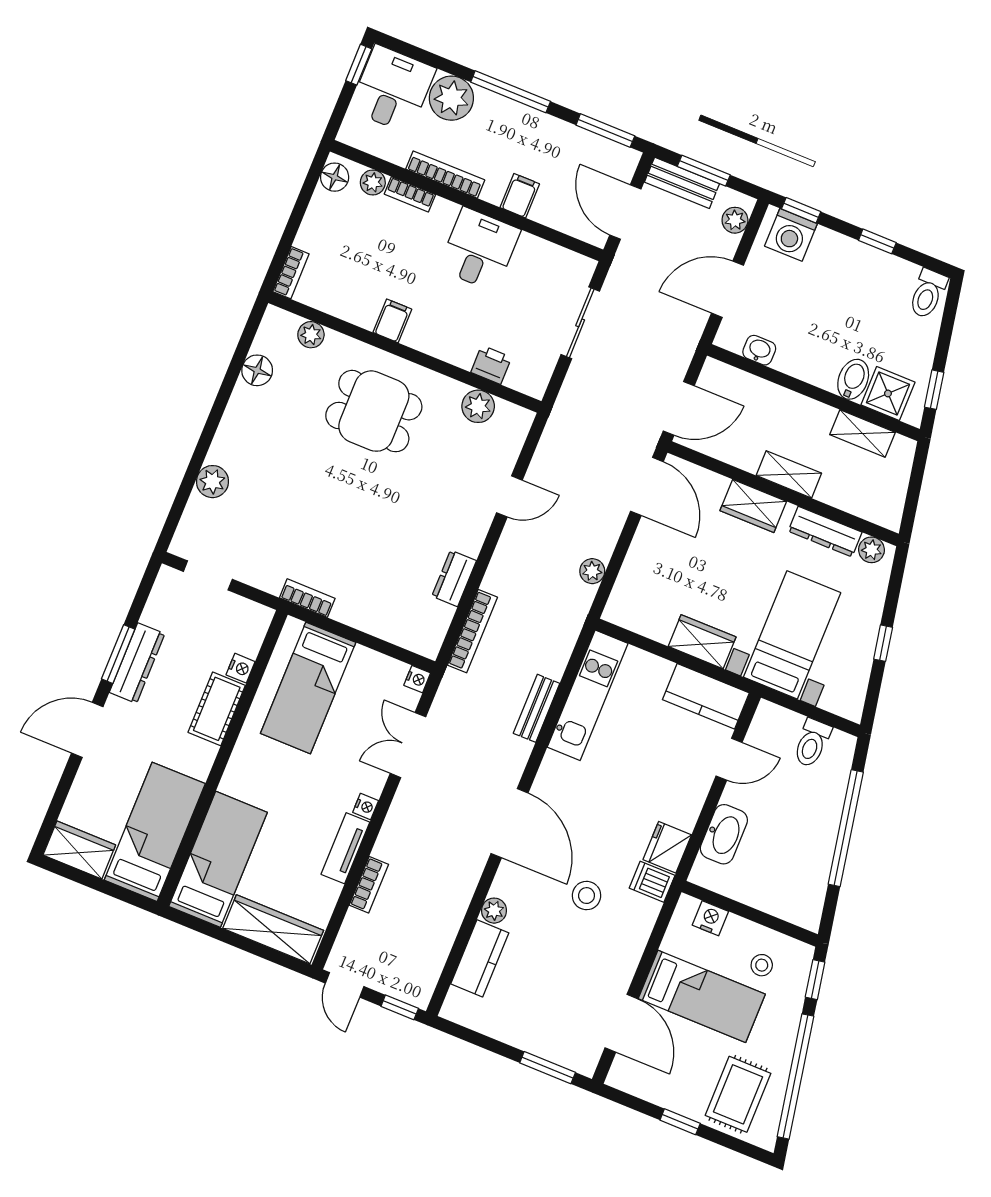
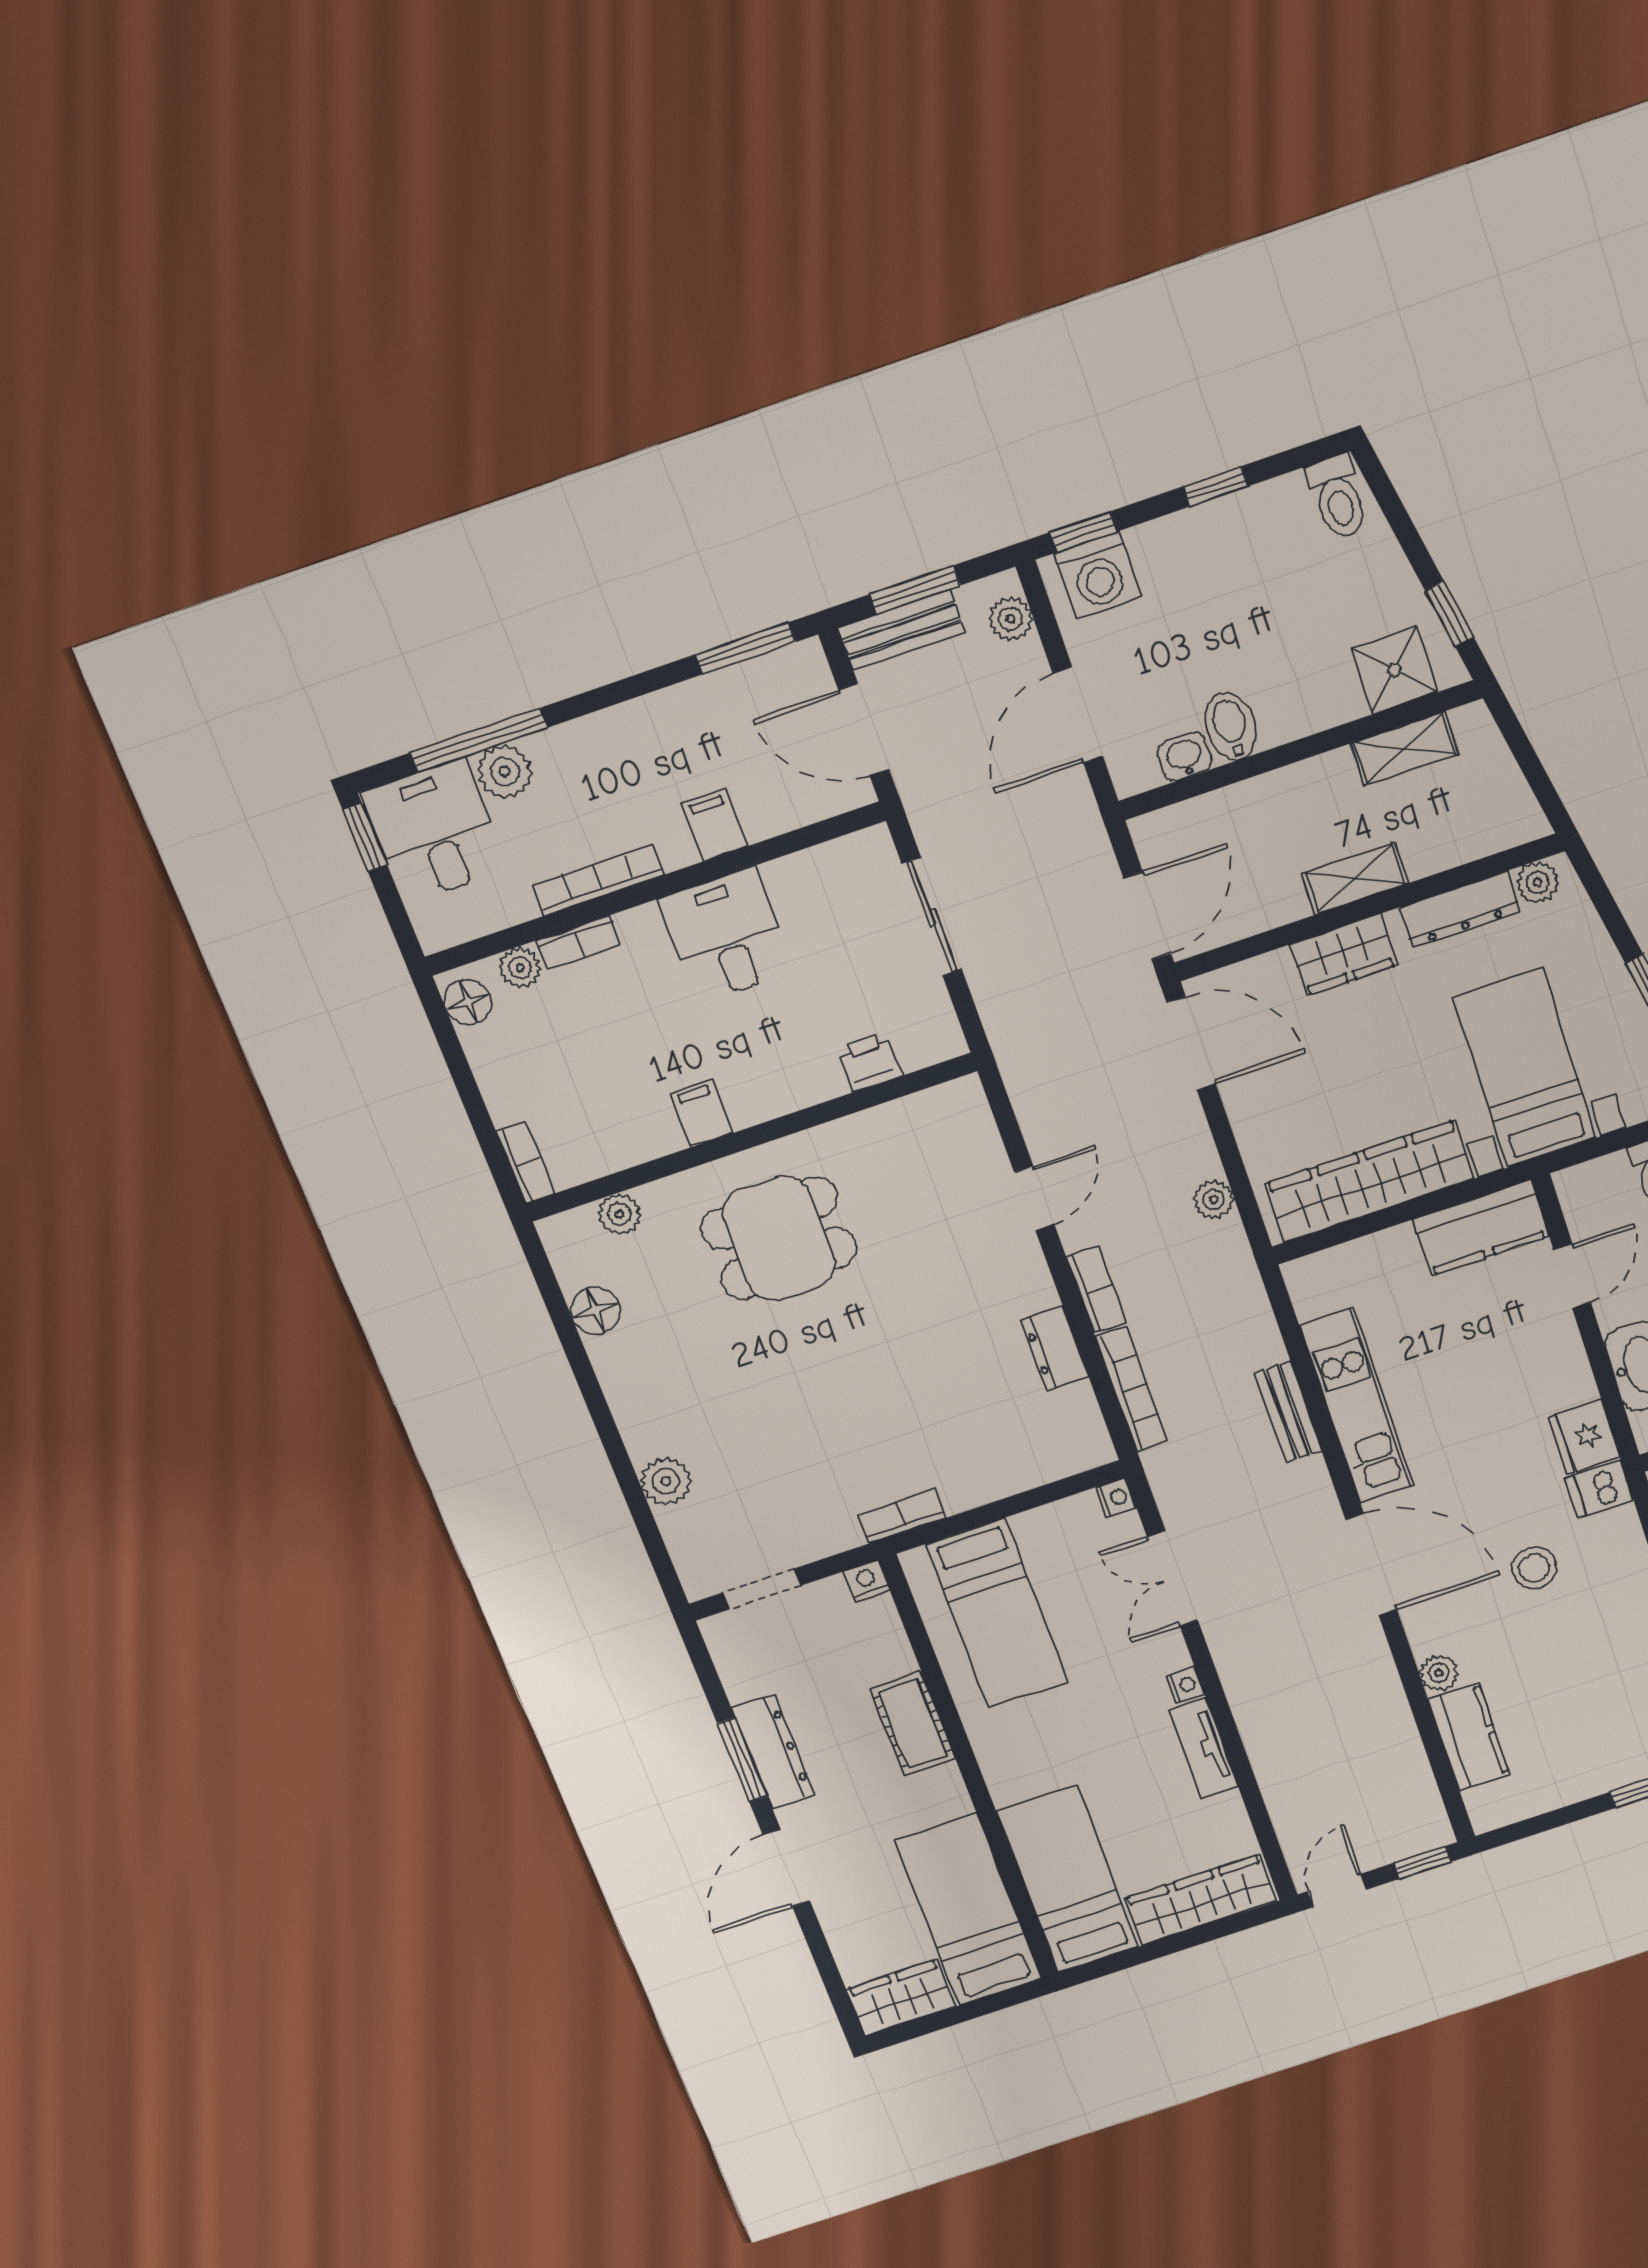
window: (511, 92) -> (479, 740), moved
plant: (451, 98) -> (505, 772), width x0.73, depth x0.73
bidet: (853, 379) -> (1231, 726), moved
plant: (478, 406) -> (899, 1125), removed
wardrobe: (702, 642) -> (1370, 1181), width x2.10, depth x1.17
nightstand: (241, 668) -> (867, 1581), moved, turned -90
kitchen unit: (588, 695) -> (1357, 1406), moved
bookcase: (369, 885) -> (1096, 1290), moved
door: (345, 985) -> (1337, 1890), swing flipped

